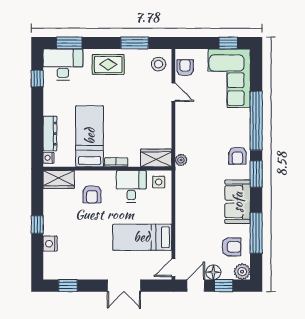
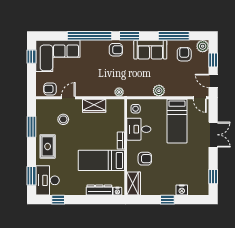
stool: (159, 64) -> (63, 119), moved
wardrobe: (156, 158) -> (94, 106), moved, turned -90
plant: (183, 213) -> (159, 91), added
floor lamp: (213, 272) -> (203, 68), removed

